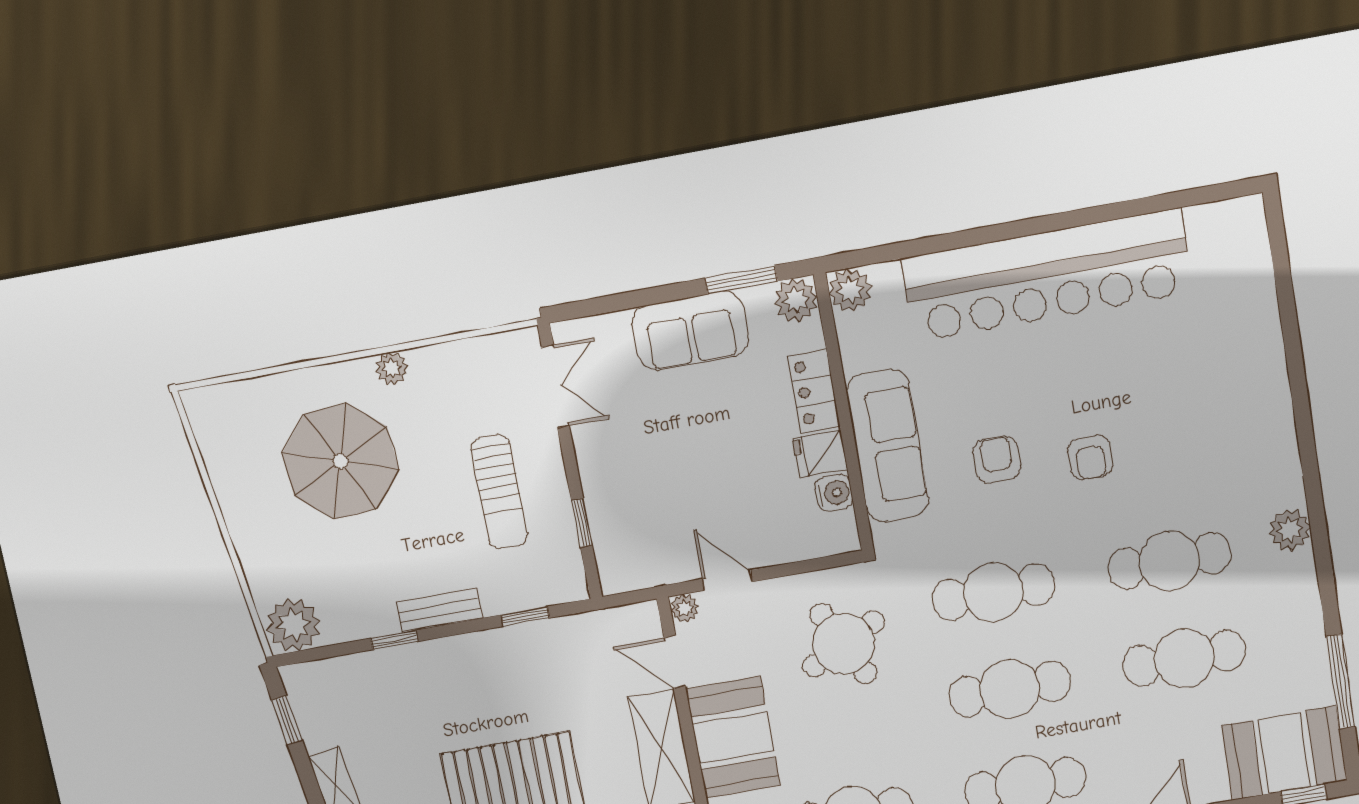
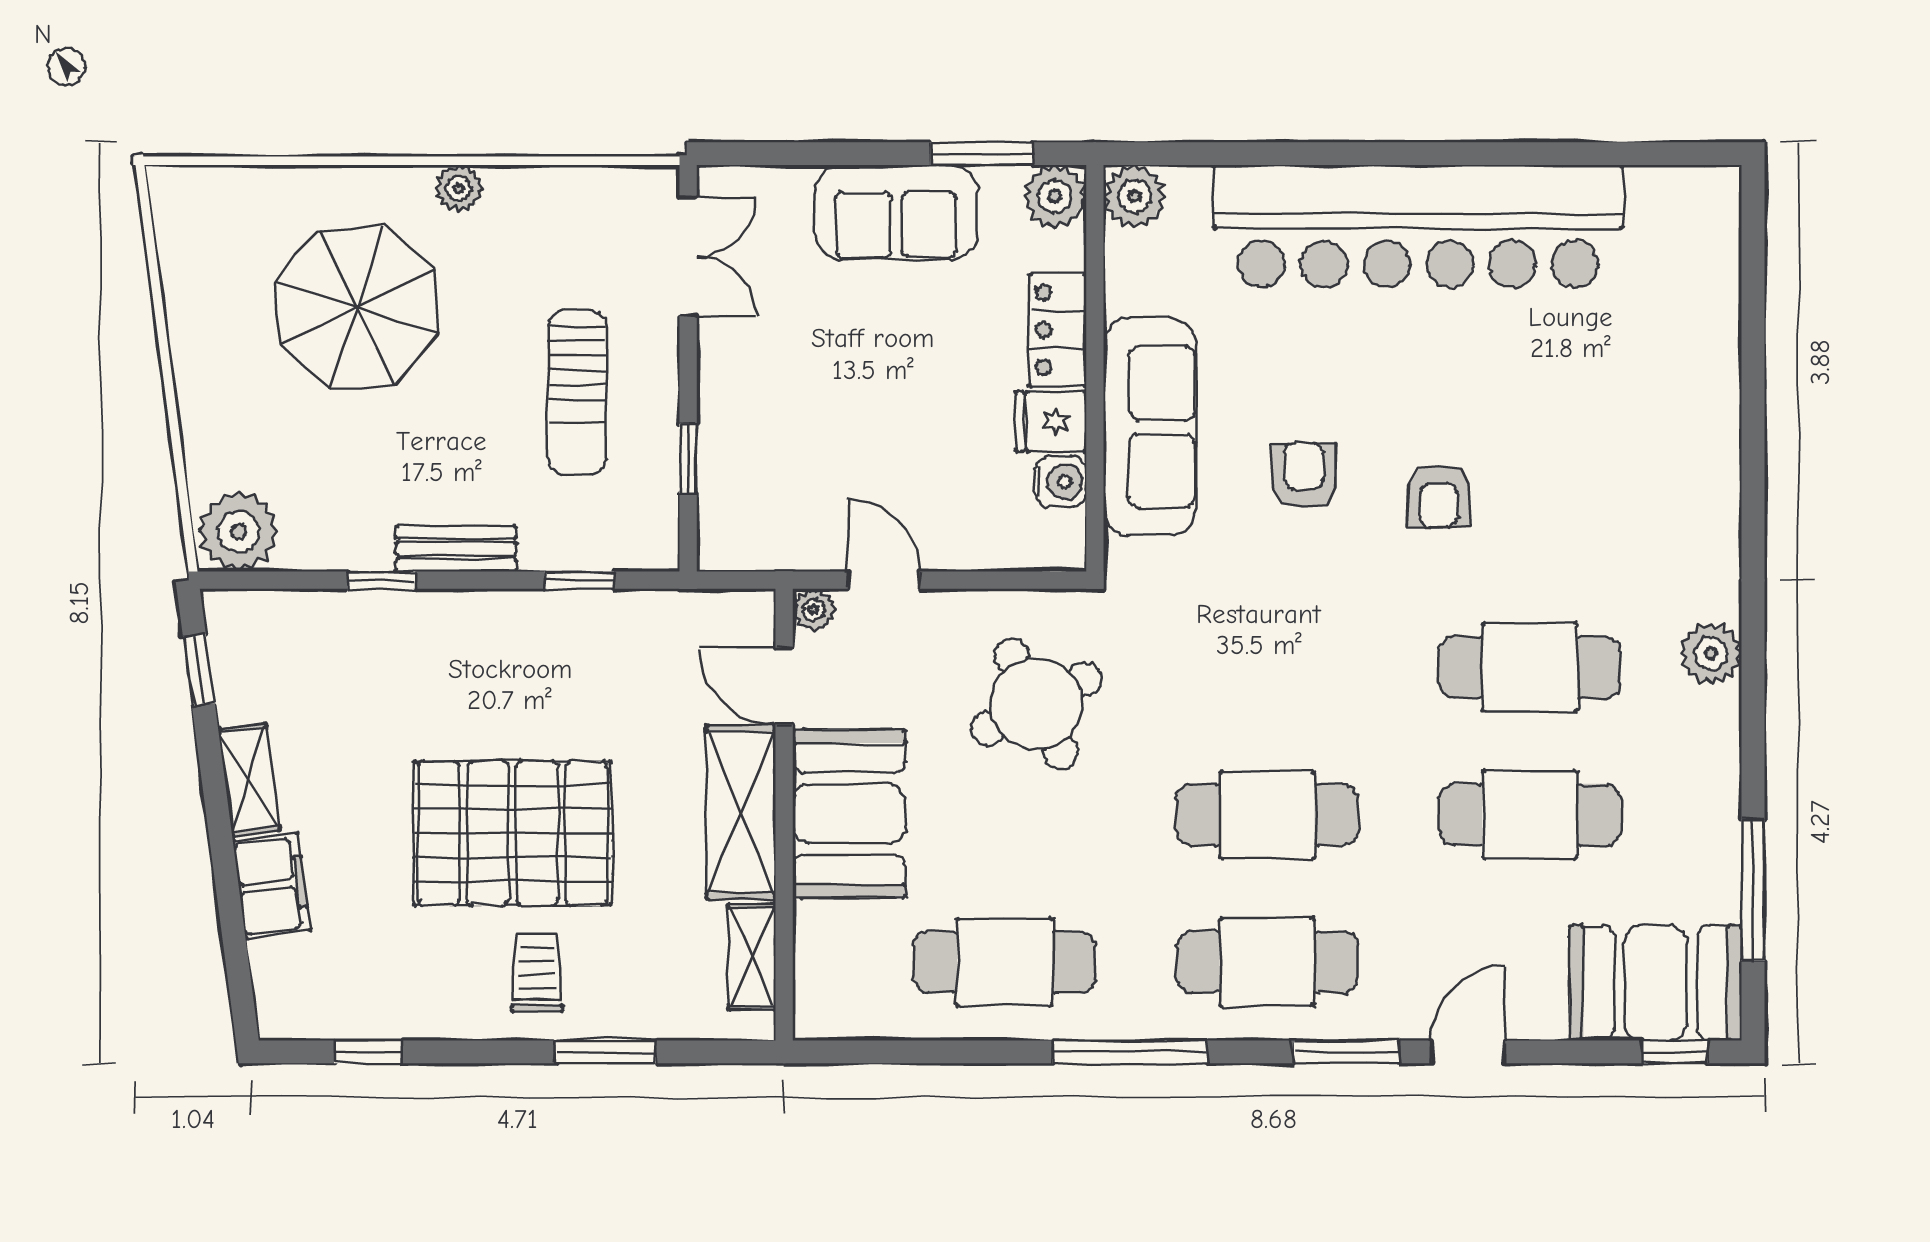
cafe table: (993, 592) -> (1267, 667), removed

